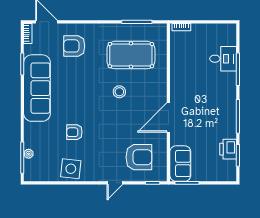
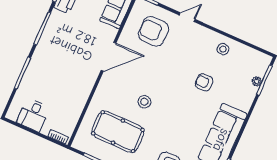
desk: (223, 59) -> (33, 115), moved, turned -90
armchair: (74, 132) -> (204, 82), turned 180
side table: (71, 169) -> (223, 49), width x0.54, depth x0.54

